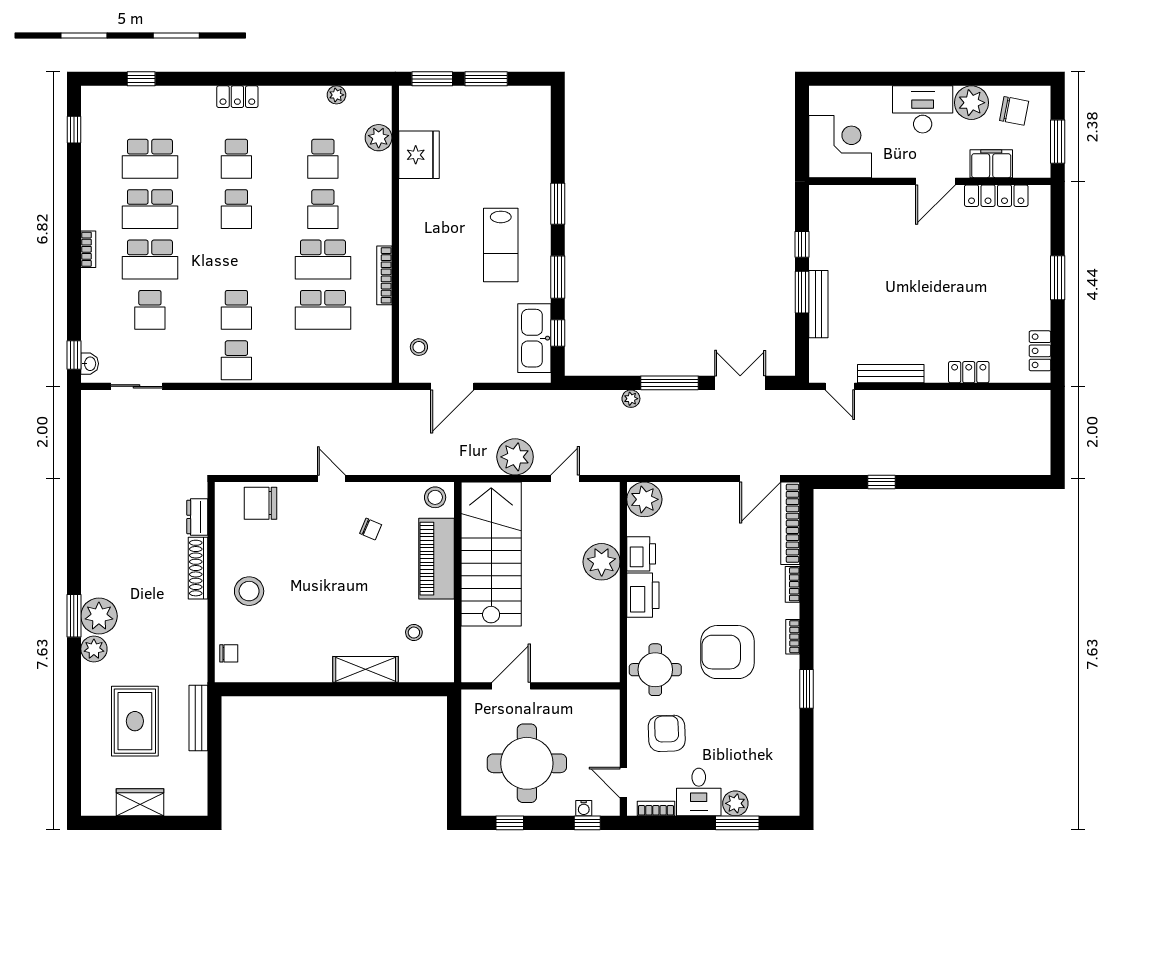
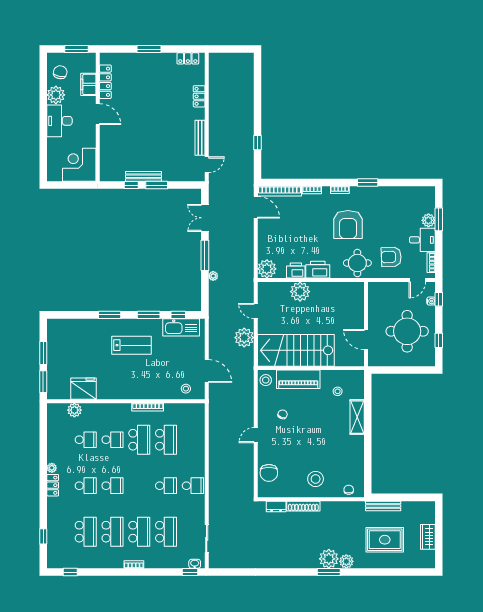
plant: (336, 95) -> (52, 468), moved
bench: (818, 304) -> (143, 176), moved
school desk: (150, 310) -> (166, 532), width x1.85

